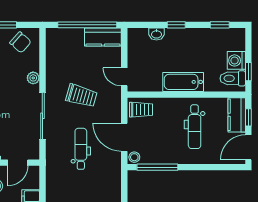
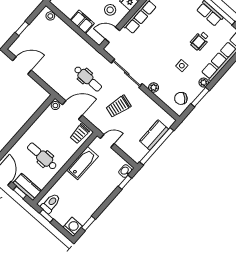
window: (176, 25) -> (125, 182), moved
washbasin: (156, 34) -> (125, 171), moved
kitchen counter: (103, 37) -> (154, 135), moved
washing machine: (236, 60) -> (73, 227), moved
bathtub: (183, 82) -> (82, 163), moved
door: (18, 163) -> (112, 35), hinge flipped
window: (157, 167) -> (38, 114), removed

